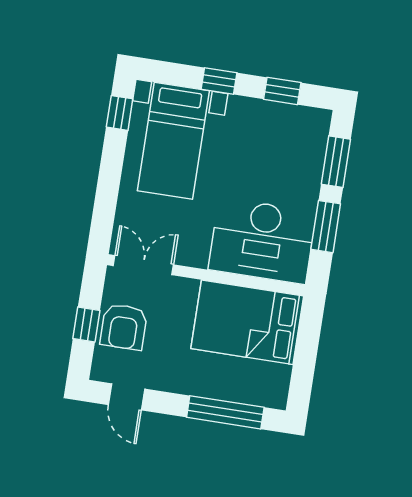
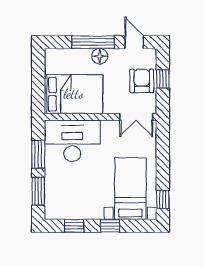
floor lamp: (191, 382) -> (100, 56), added
window: (225, 412) -> (93, 42), moved

